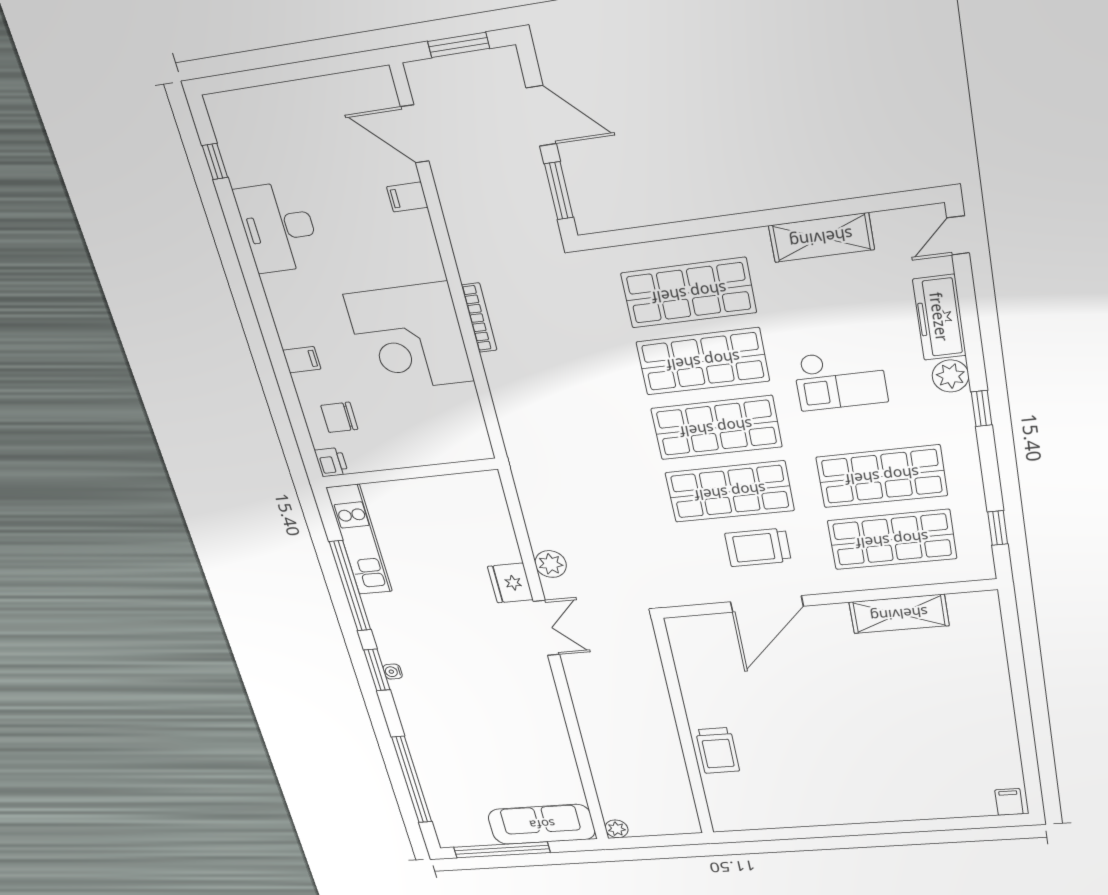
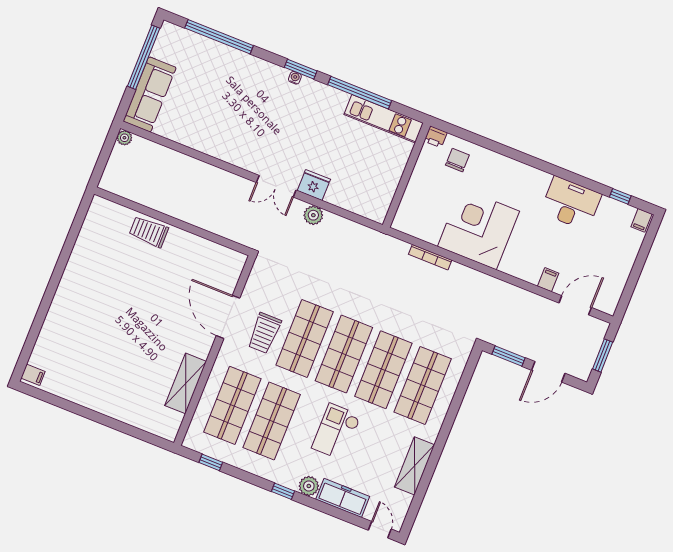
bookcase: (479, 318) -> (430, 257), moved
filing cabinet: (302, 360) -> (641, 220), moved
trolley: (758, 547) -> (264, 333), turned 180

